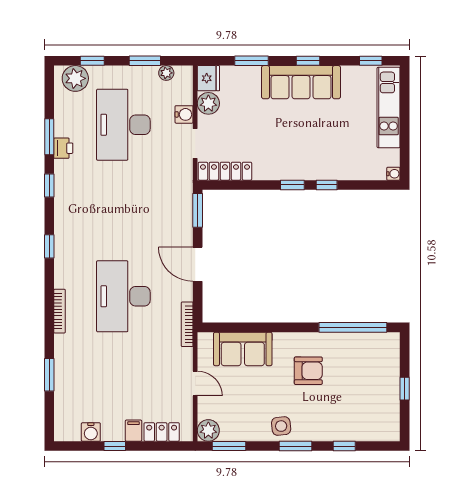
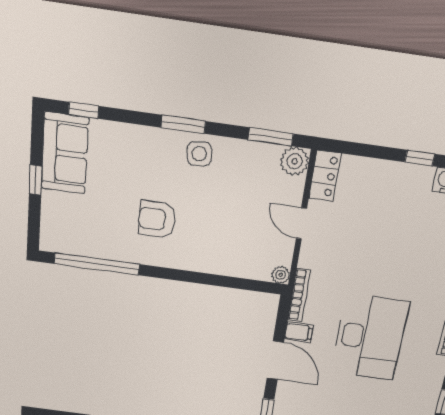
plant: (205, 339) -> (281, 275), added
sofa: (243, 349) -> (65, 153), moved, turned 90
filing cabinet: (133, 431) -> (299, 332), moved, turned -90
locker: (162, 432) -> (325, 176), moved, turned -90
window: (344, 446) -> (84, 110), moved

